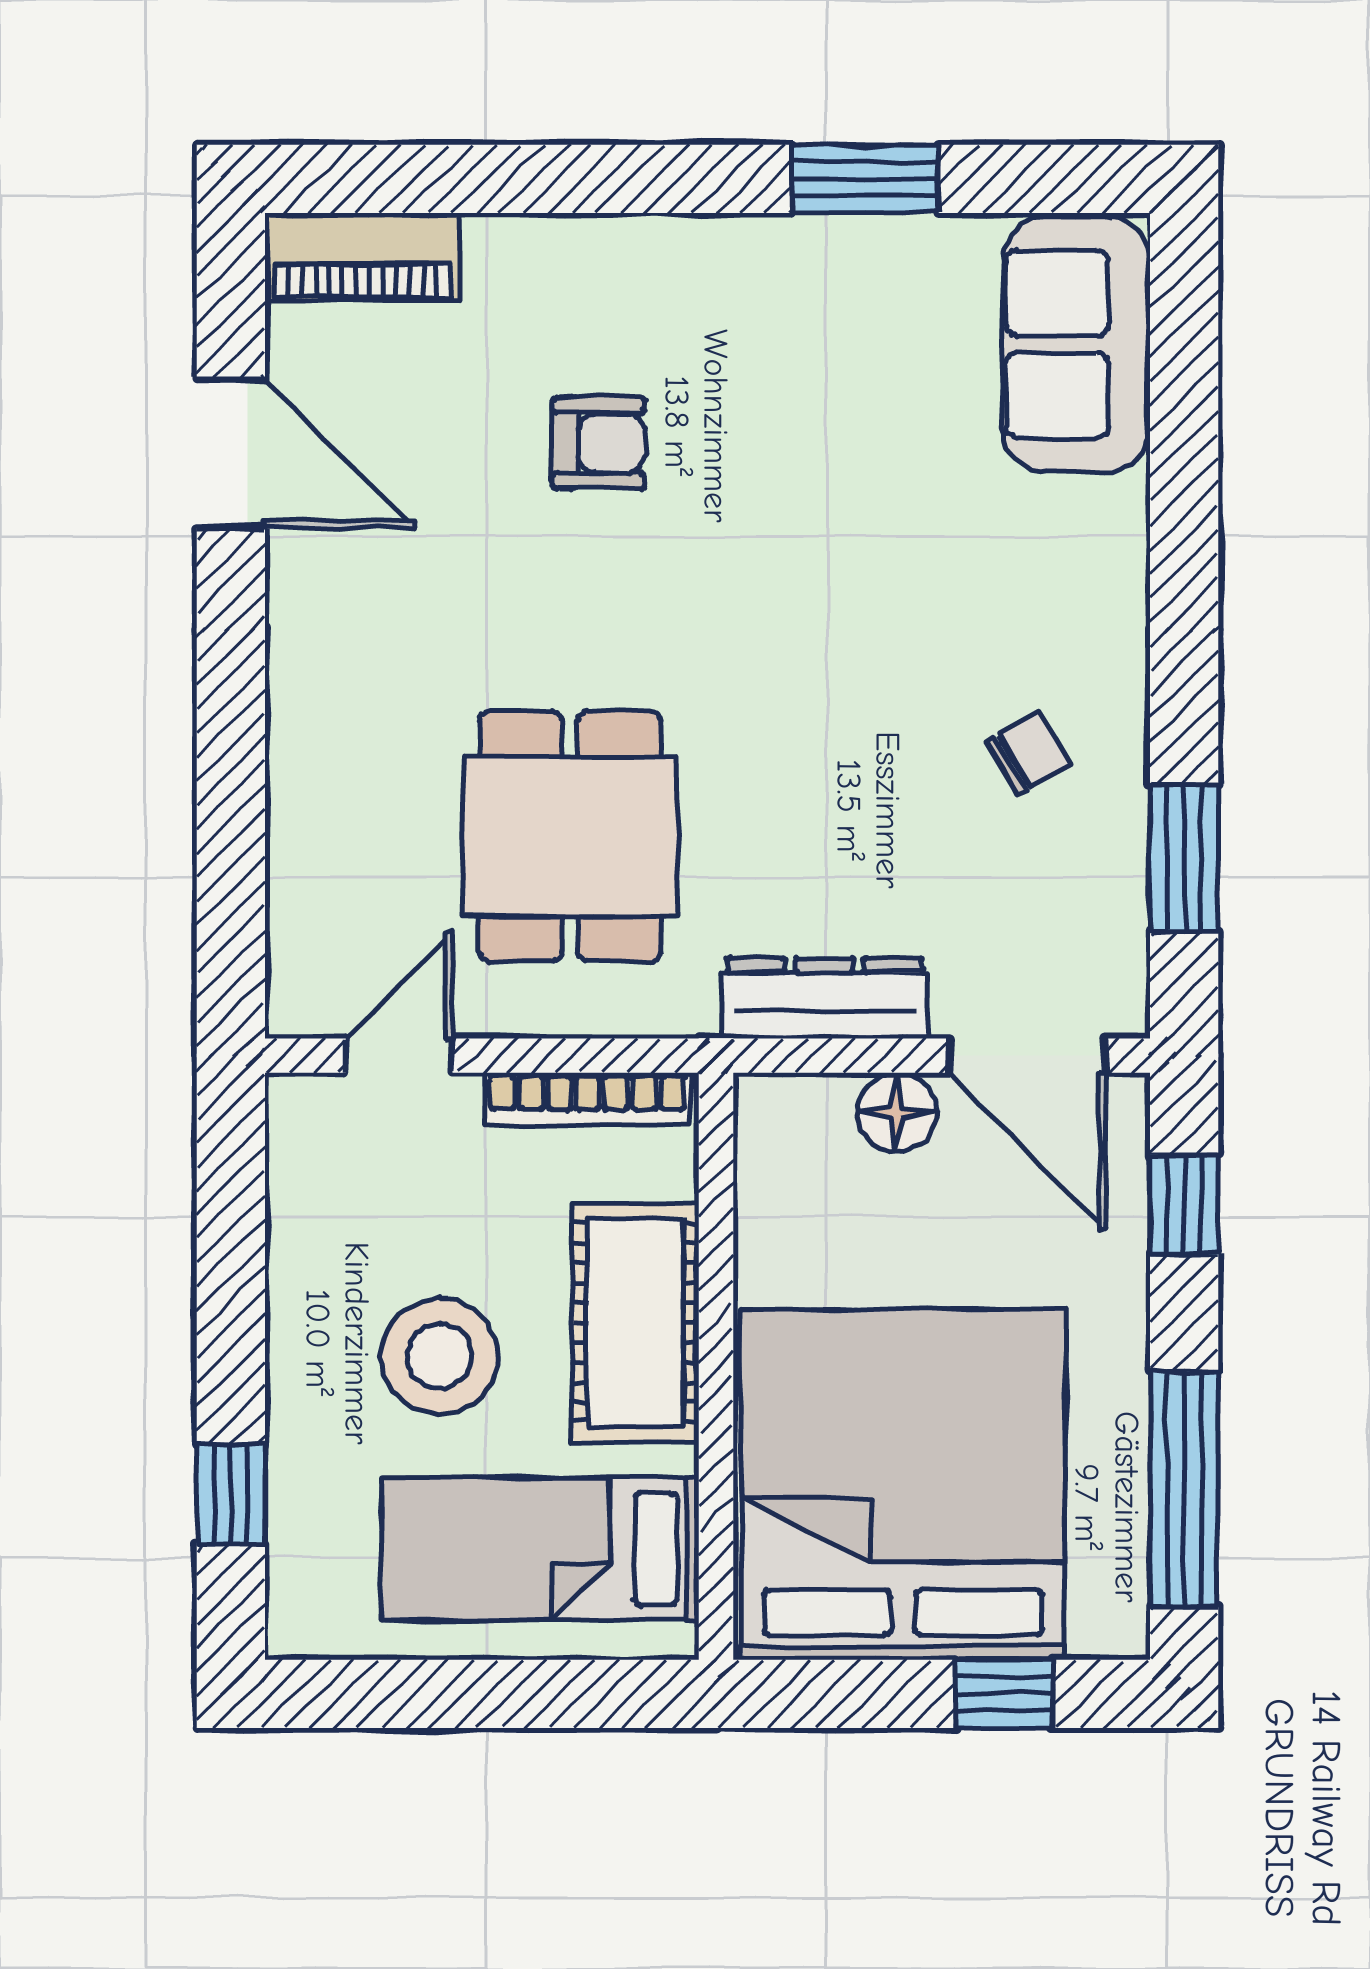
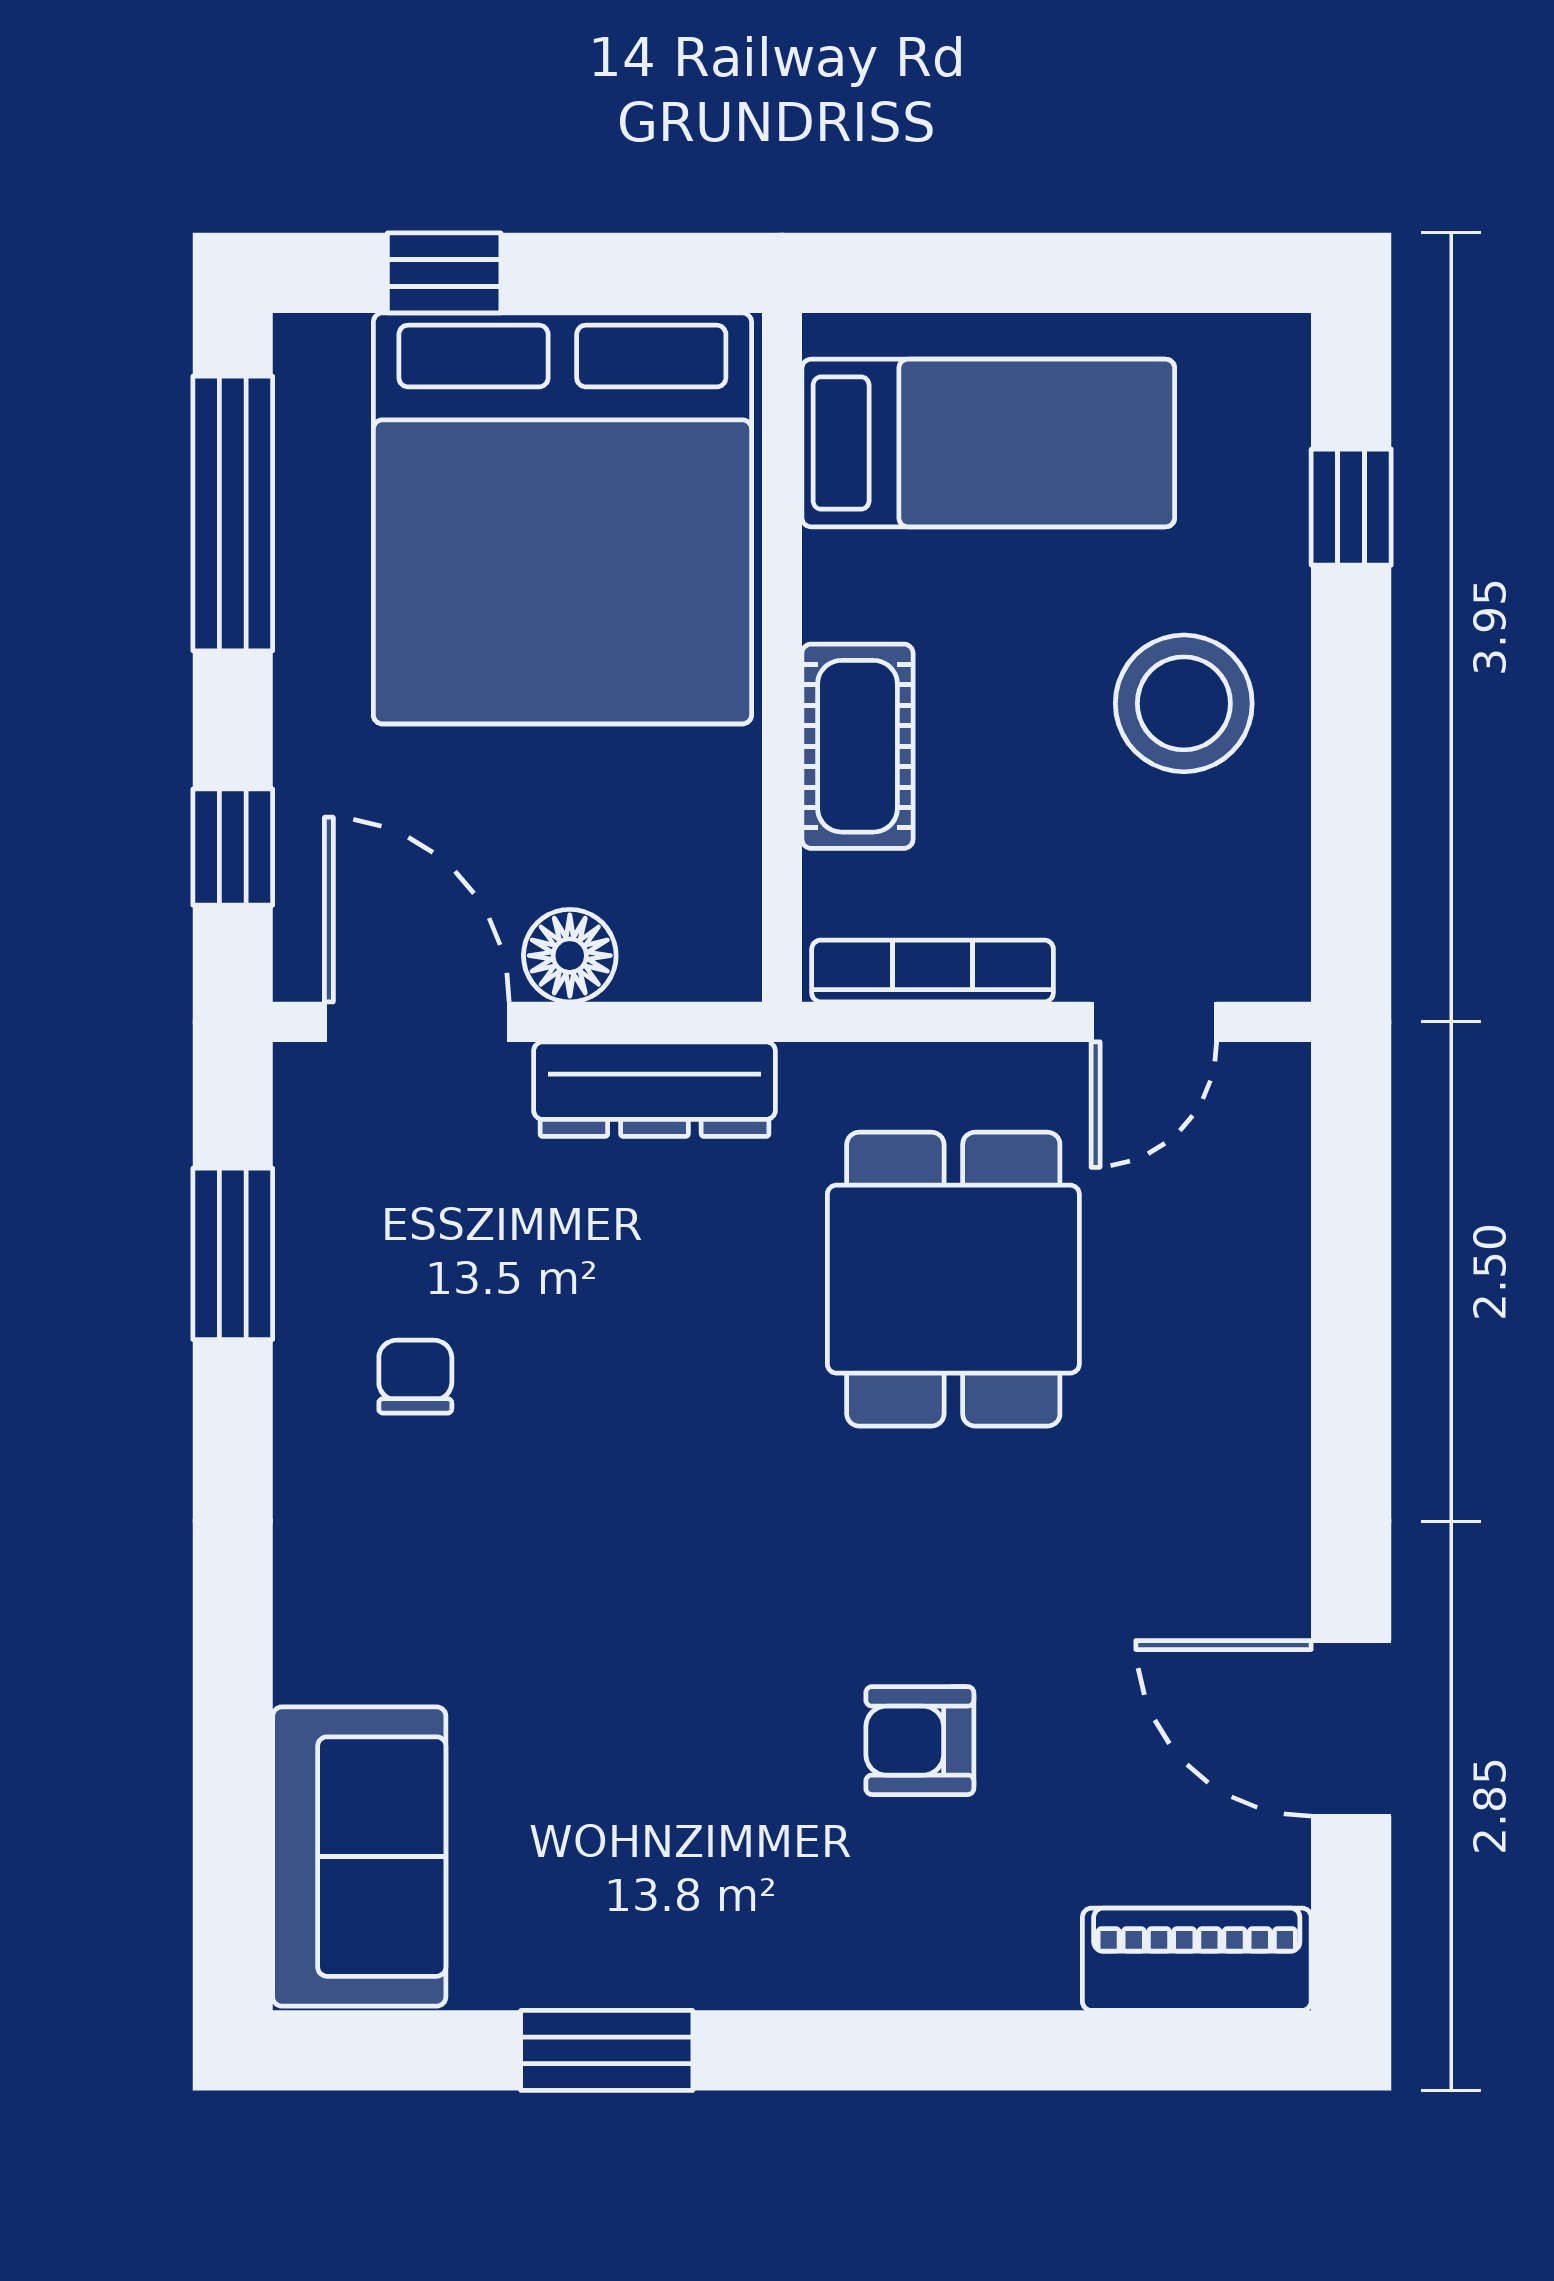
chair: (1029, 753) -> (415, 1377), turned 121
cot: (636, 1323) -> (858, 746), width x0.73, depth x0.75
stool: (440, 1356) -> (1184, 703), moved

